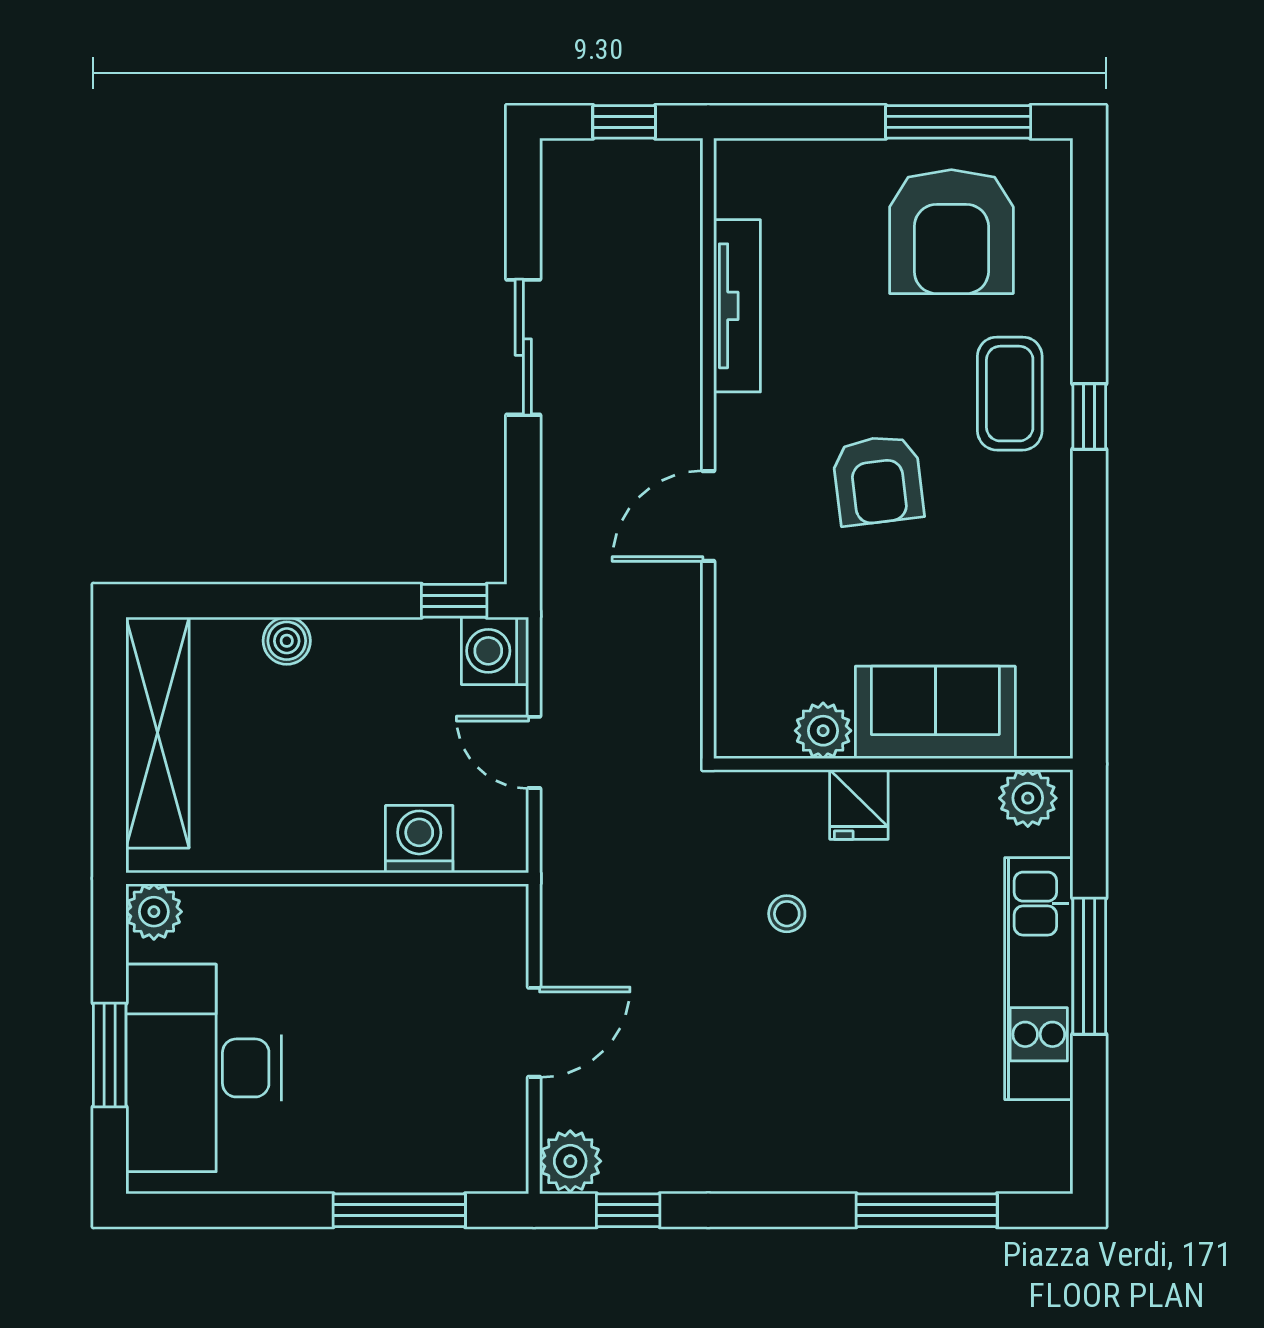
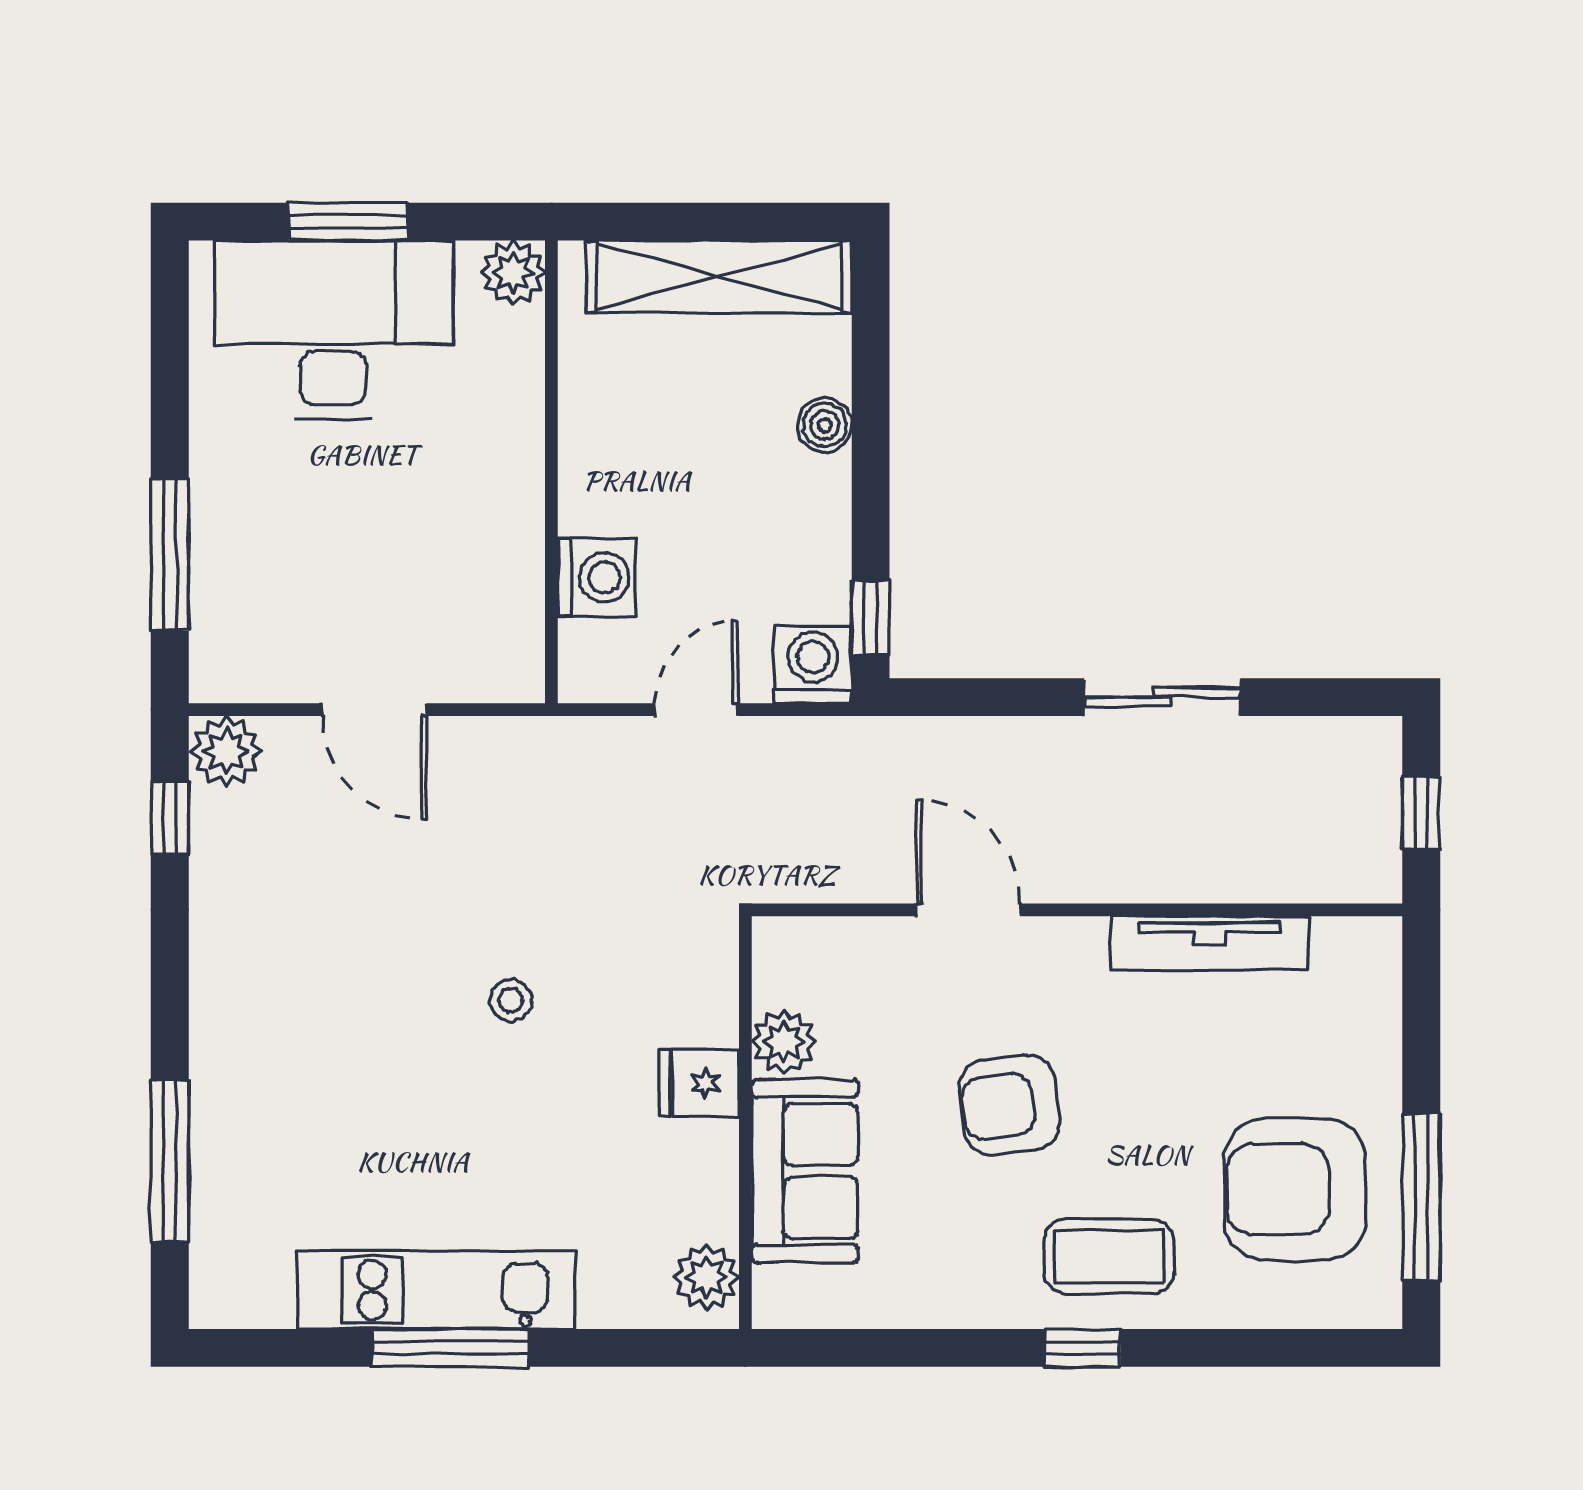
sofa: (935, 712) -> (805, 1171), moved
plant: (823, 731) -> (784, 1042), moved
wall: (893, 764) -> (745, 1123), moved
plant: (1028, 798) -> (706, 1277), moved
fridge: (859, 804) -> (699, 1083), moved

